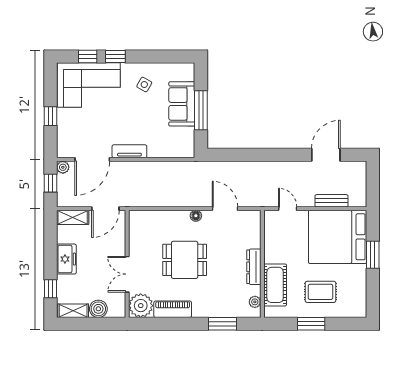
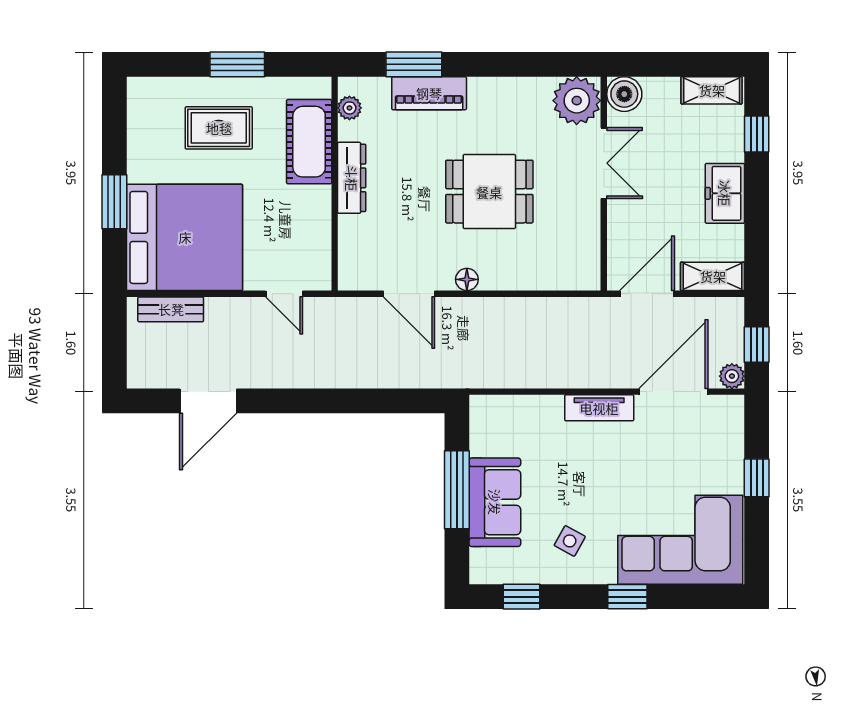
window: (88, 57) -> (521, 597), moved
bench: (331, 201) -> (171, 309), moved
boiler: (98, 309) -> (624, 94), moved
piano: (173, 309) -> (429, 93), moved

